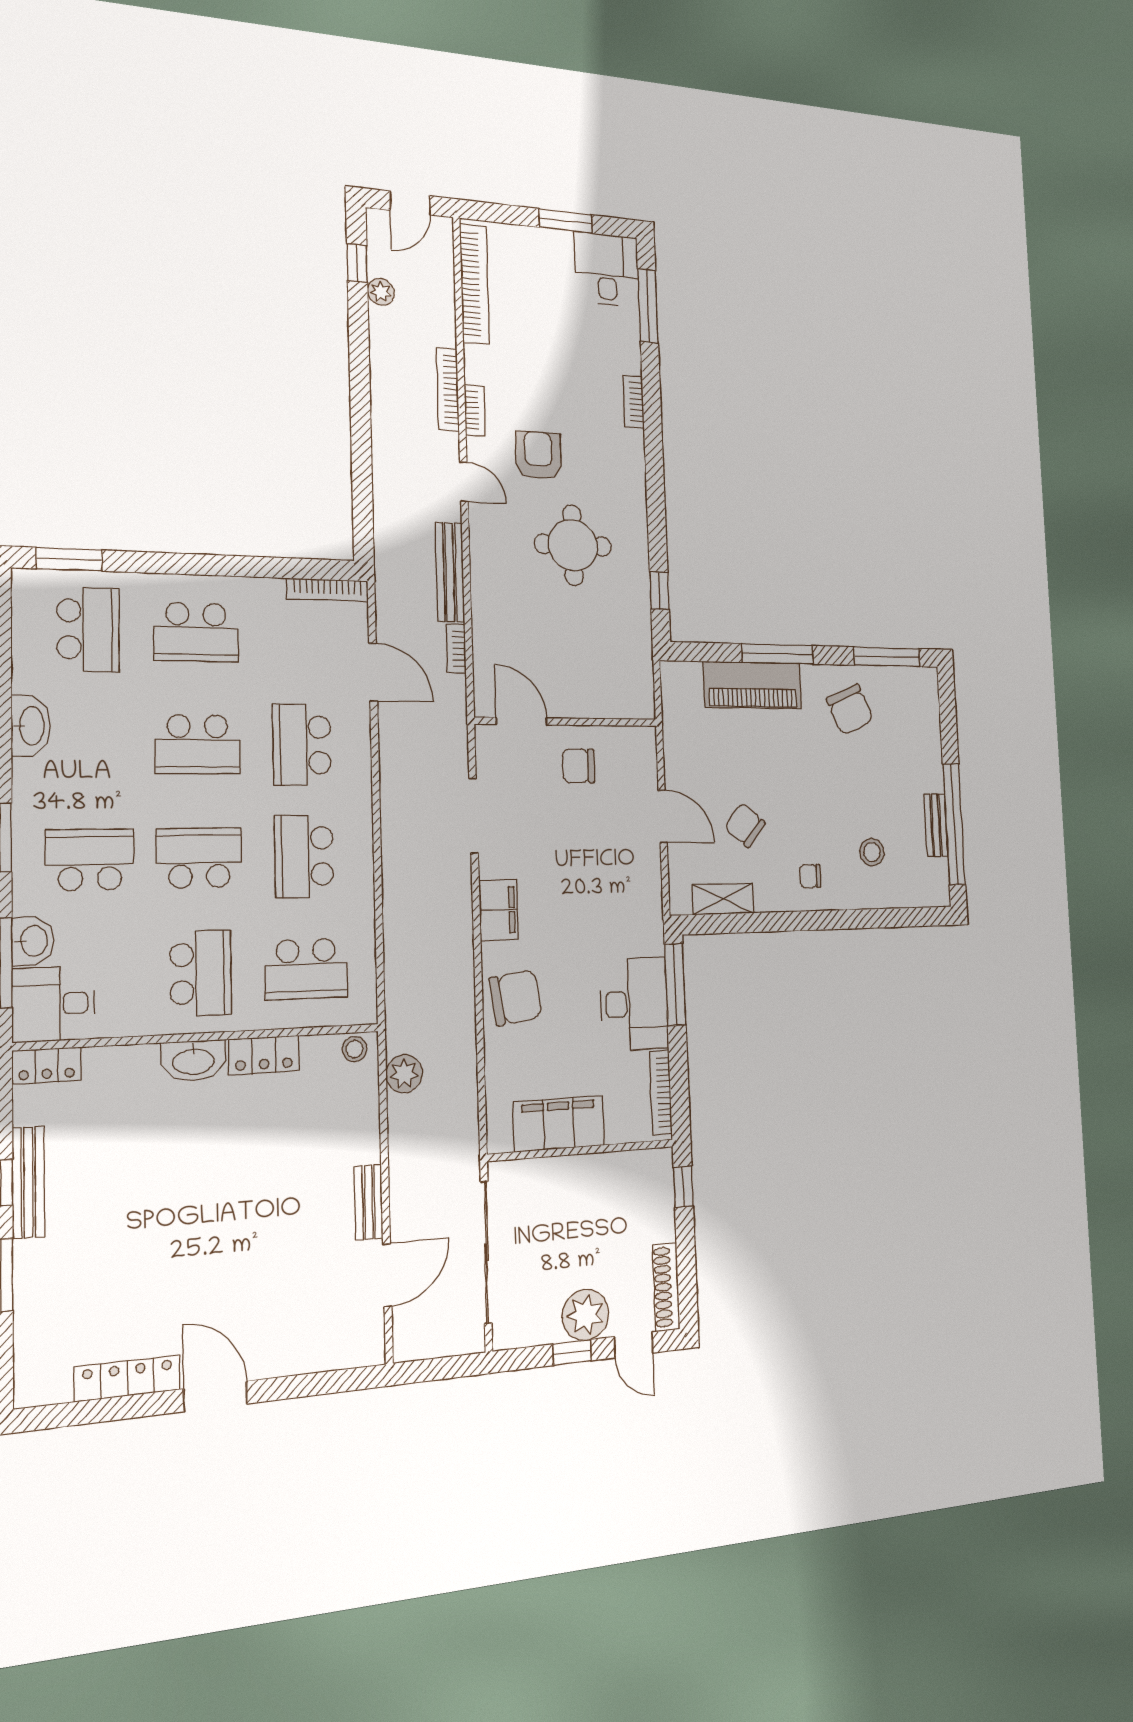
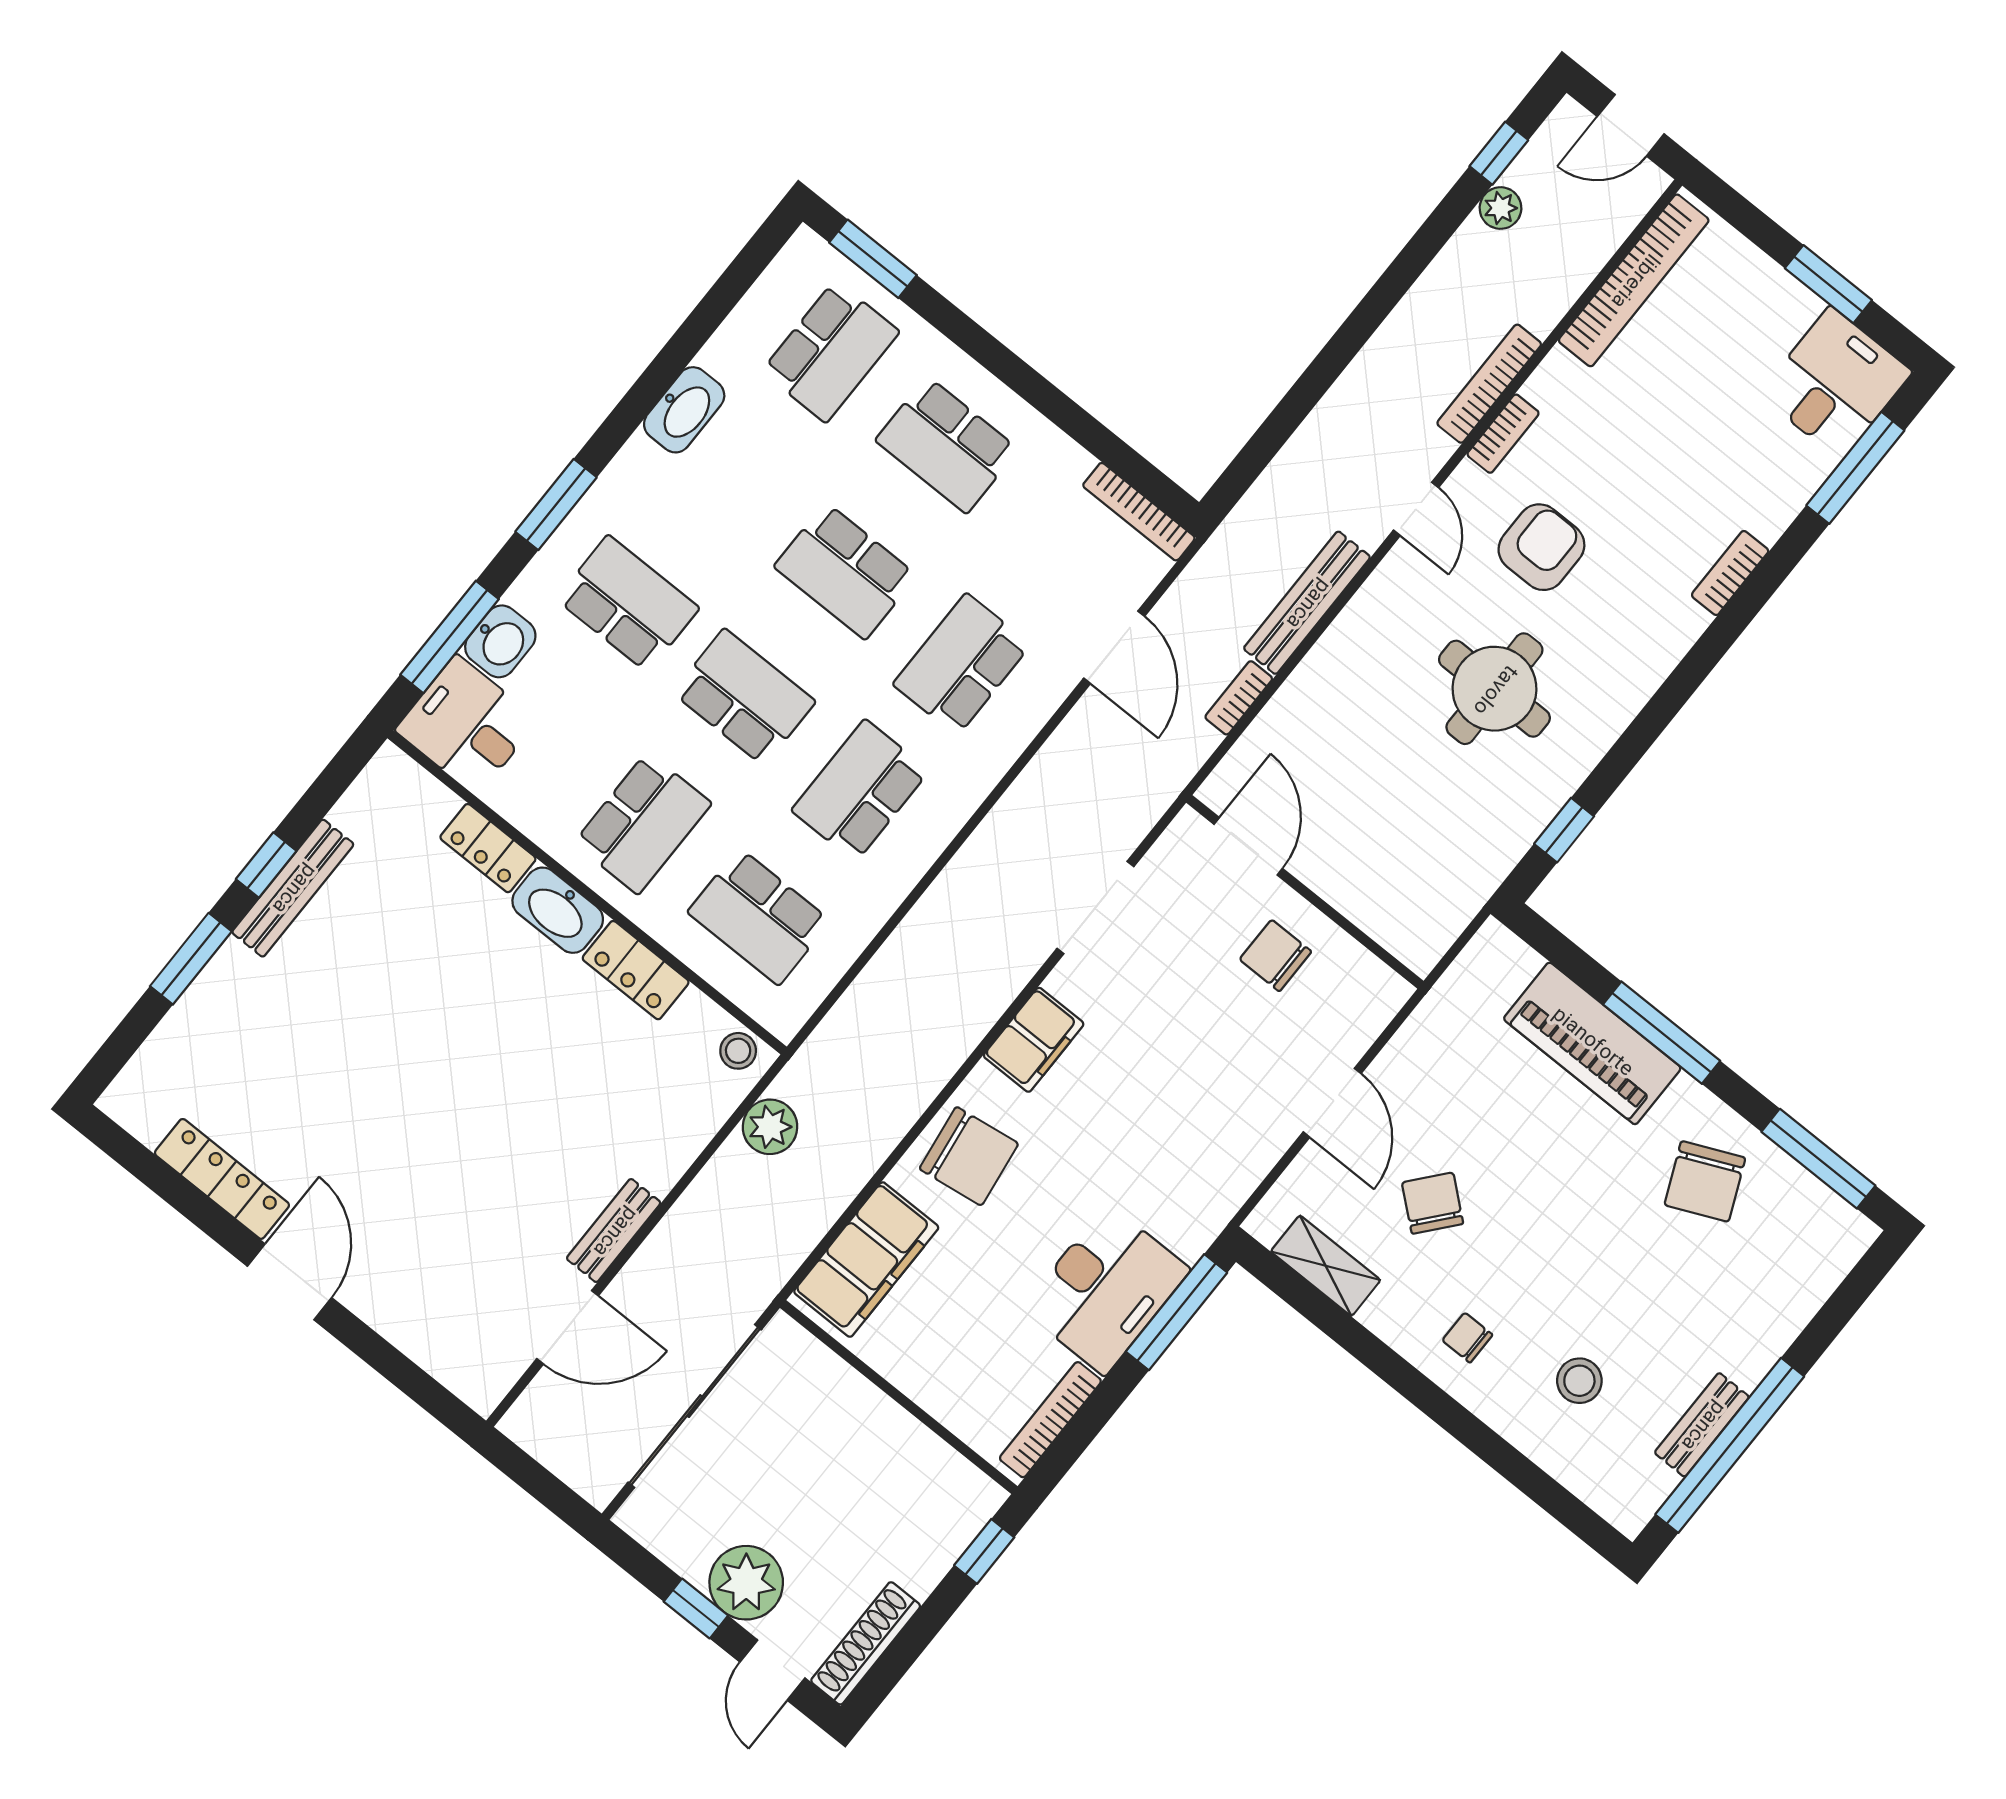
locker: (47, 1066) -> (488, 848), moved
filing cabinet: (559, 1124) -> (866, 1260), moved, turned 90

